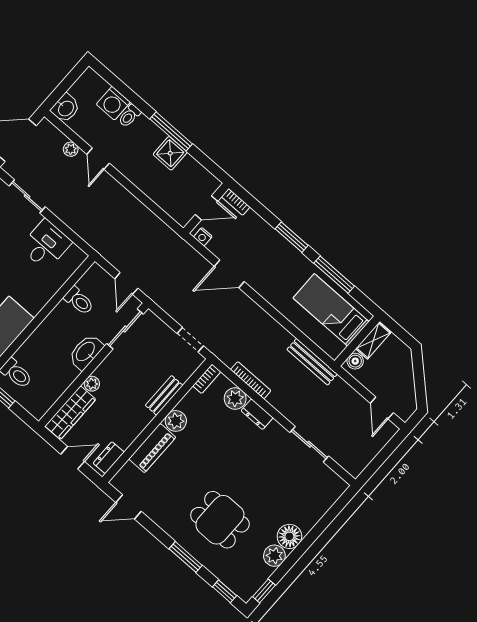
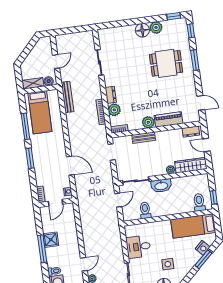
door: (206, 208) -> (56, 203), swing flipped
door: (382, 408) -> (56, 62), moved
dining table: (220, 520) -> (166, 63), turned 90

